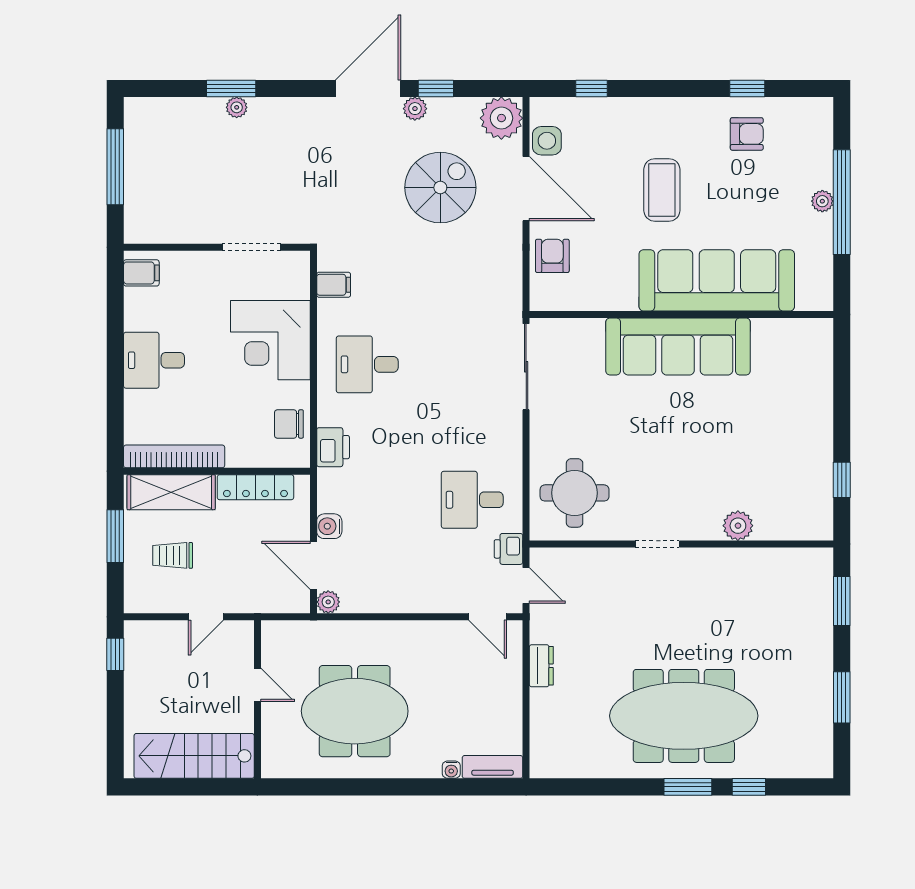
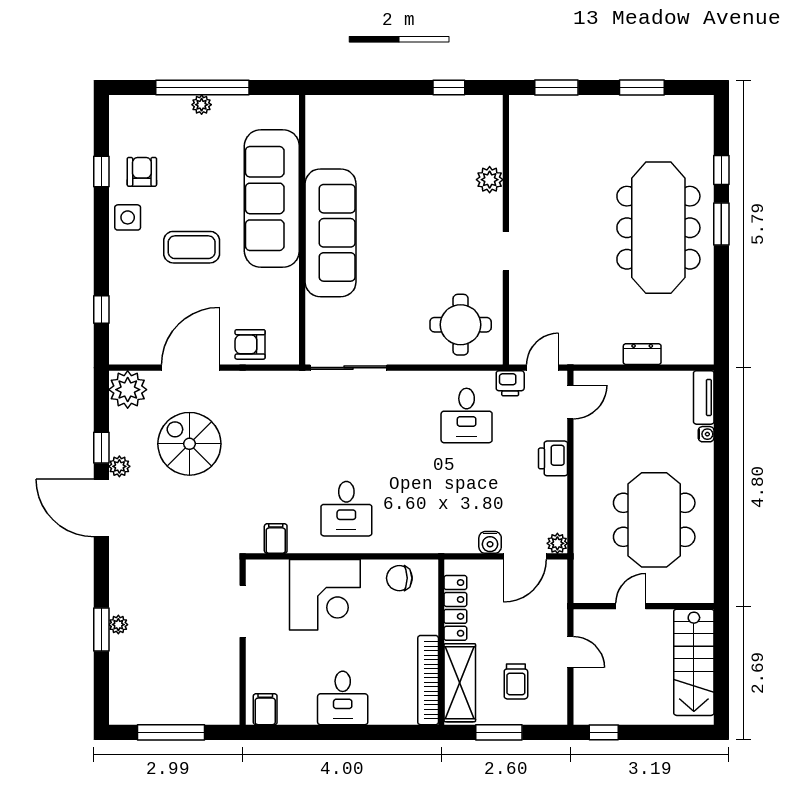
side table: (547, 141) -> (128, 217), moved
chair: (289, 424) -> (399, 578), turned 90
printer: (333, 447) -> (553, 458), moved, turned -90
dresser: (541, 666) -> (642, 354), moved

